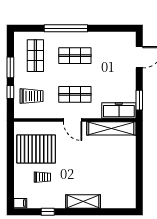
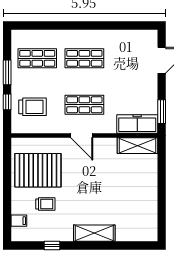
window: (66, 28) -> (74, 25), removed
shop shelf: (35, 56) -> (37, 58), turned 90
shelving: (111, 128) -> (137, 146), width x0.68
filing cabinet: (20, 203) -> (19, 221), moved

